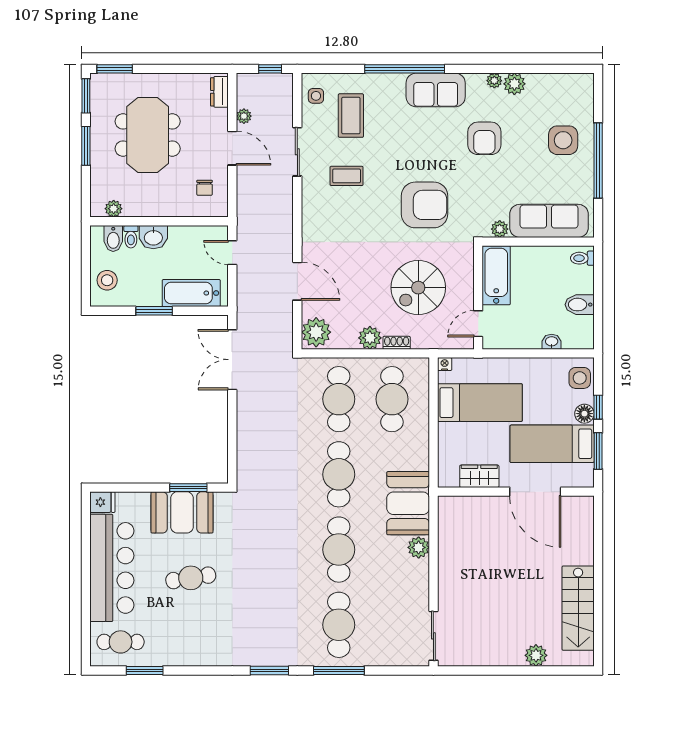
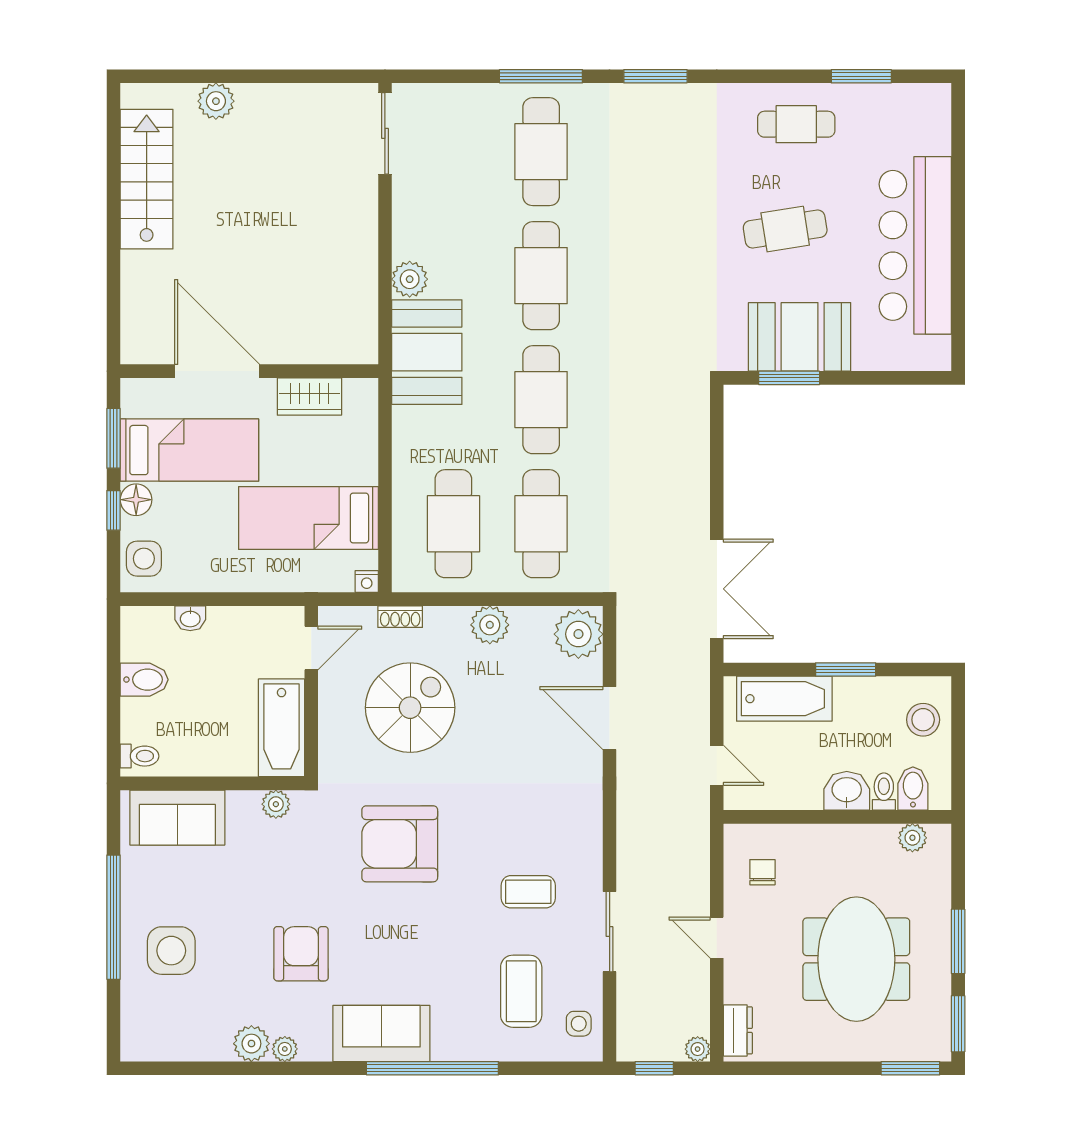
plant: (244, 116) -> (698, 1049), moved
door: (232, 148) -> (717, 938), width x0.73
sofa: (549, 221) -> (177, 818), width x0.73
shoe rack: (397, 343) -> (400, 617), moved
fridge: (102, 502) -> (931, 354), removed
cafe table: (121, 642) -> (796, 124), moved

